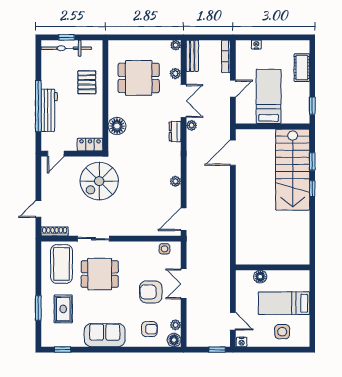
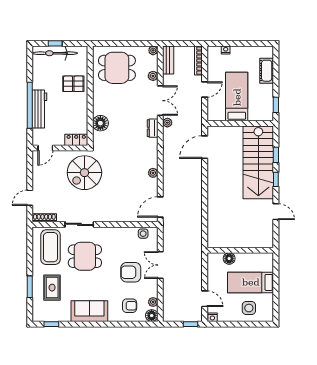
dining table: (139, 78) -> (117, 68), moved
pallet: (87, 82) -> (73, 84), turned 90
door: (312, 225) -> (276, 212), added

